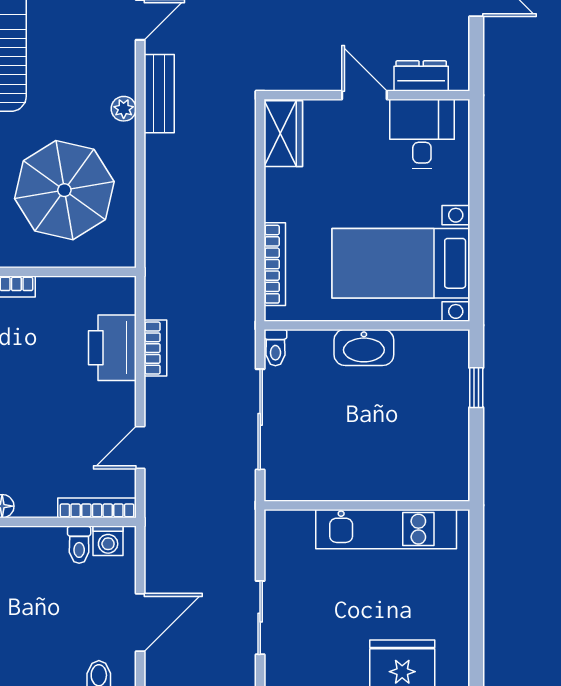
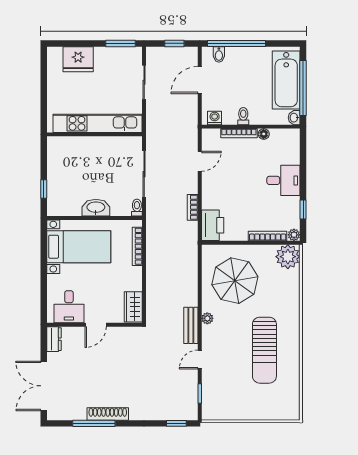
dresser: (421, 76) -> (54, 339), moved, turned -90
door: (364, 95) -> (96, 325), hinge flipped
printer: (112, 348) -> (213, 225), moved
bookcase: (97, 508) -> (239, 133), moved
kitchen unit: (386, 529) -> (97, 123), width x1.36
toilet: (79, 545) -> (243, 116), moved

